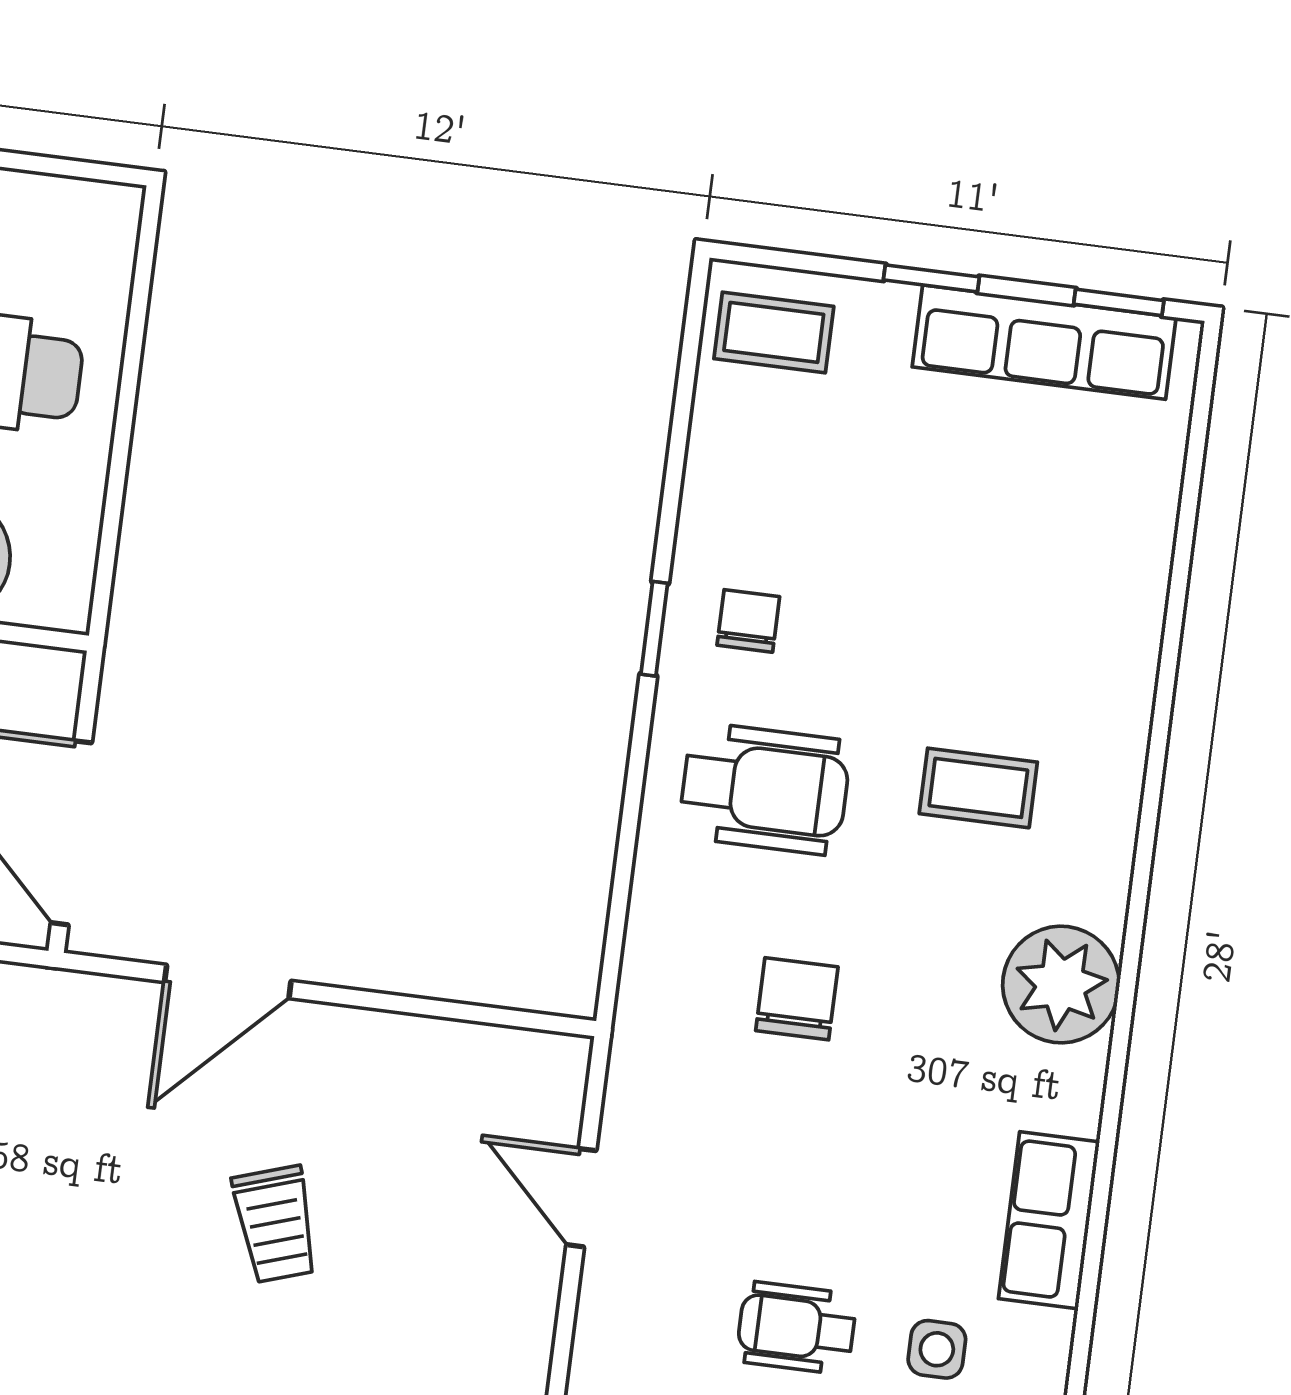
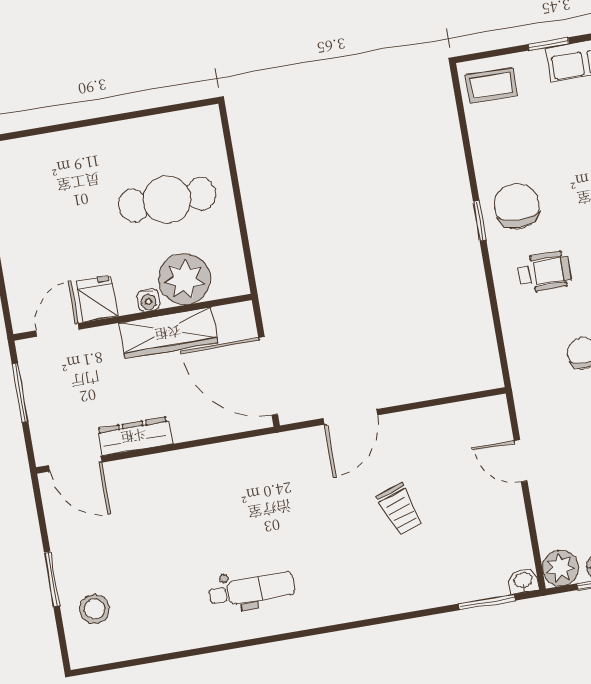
chair: (748, 621) -> (517, 206), width x1.87, depth x1.87
wheelchair: (765, 789) -> (544, 272), width x0.73, depth x0.73

